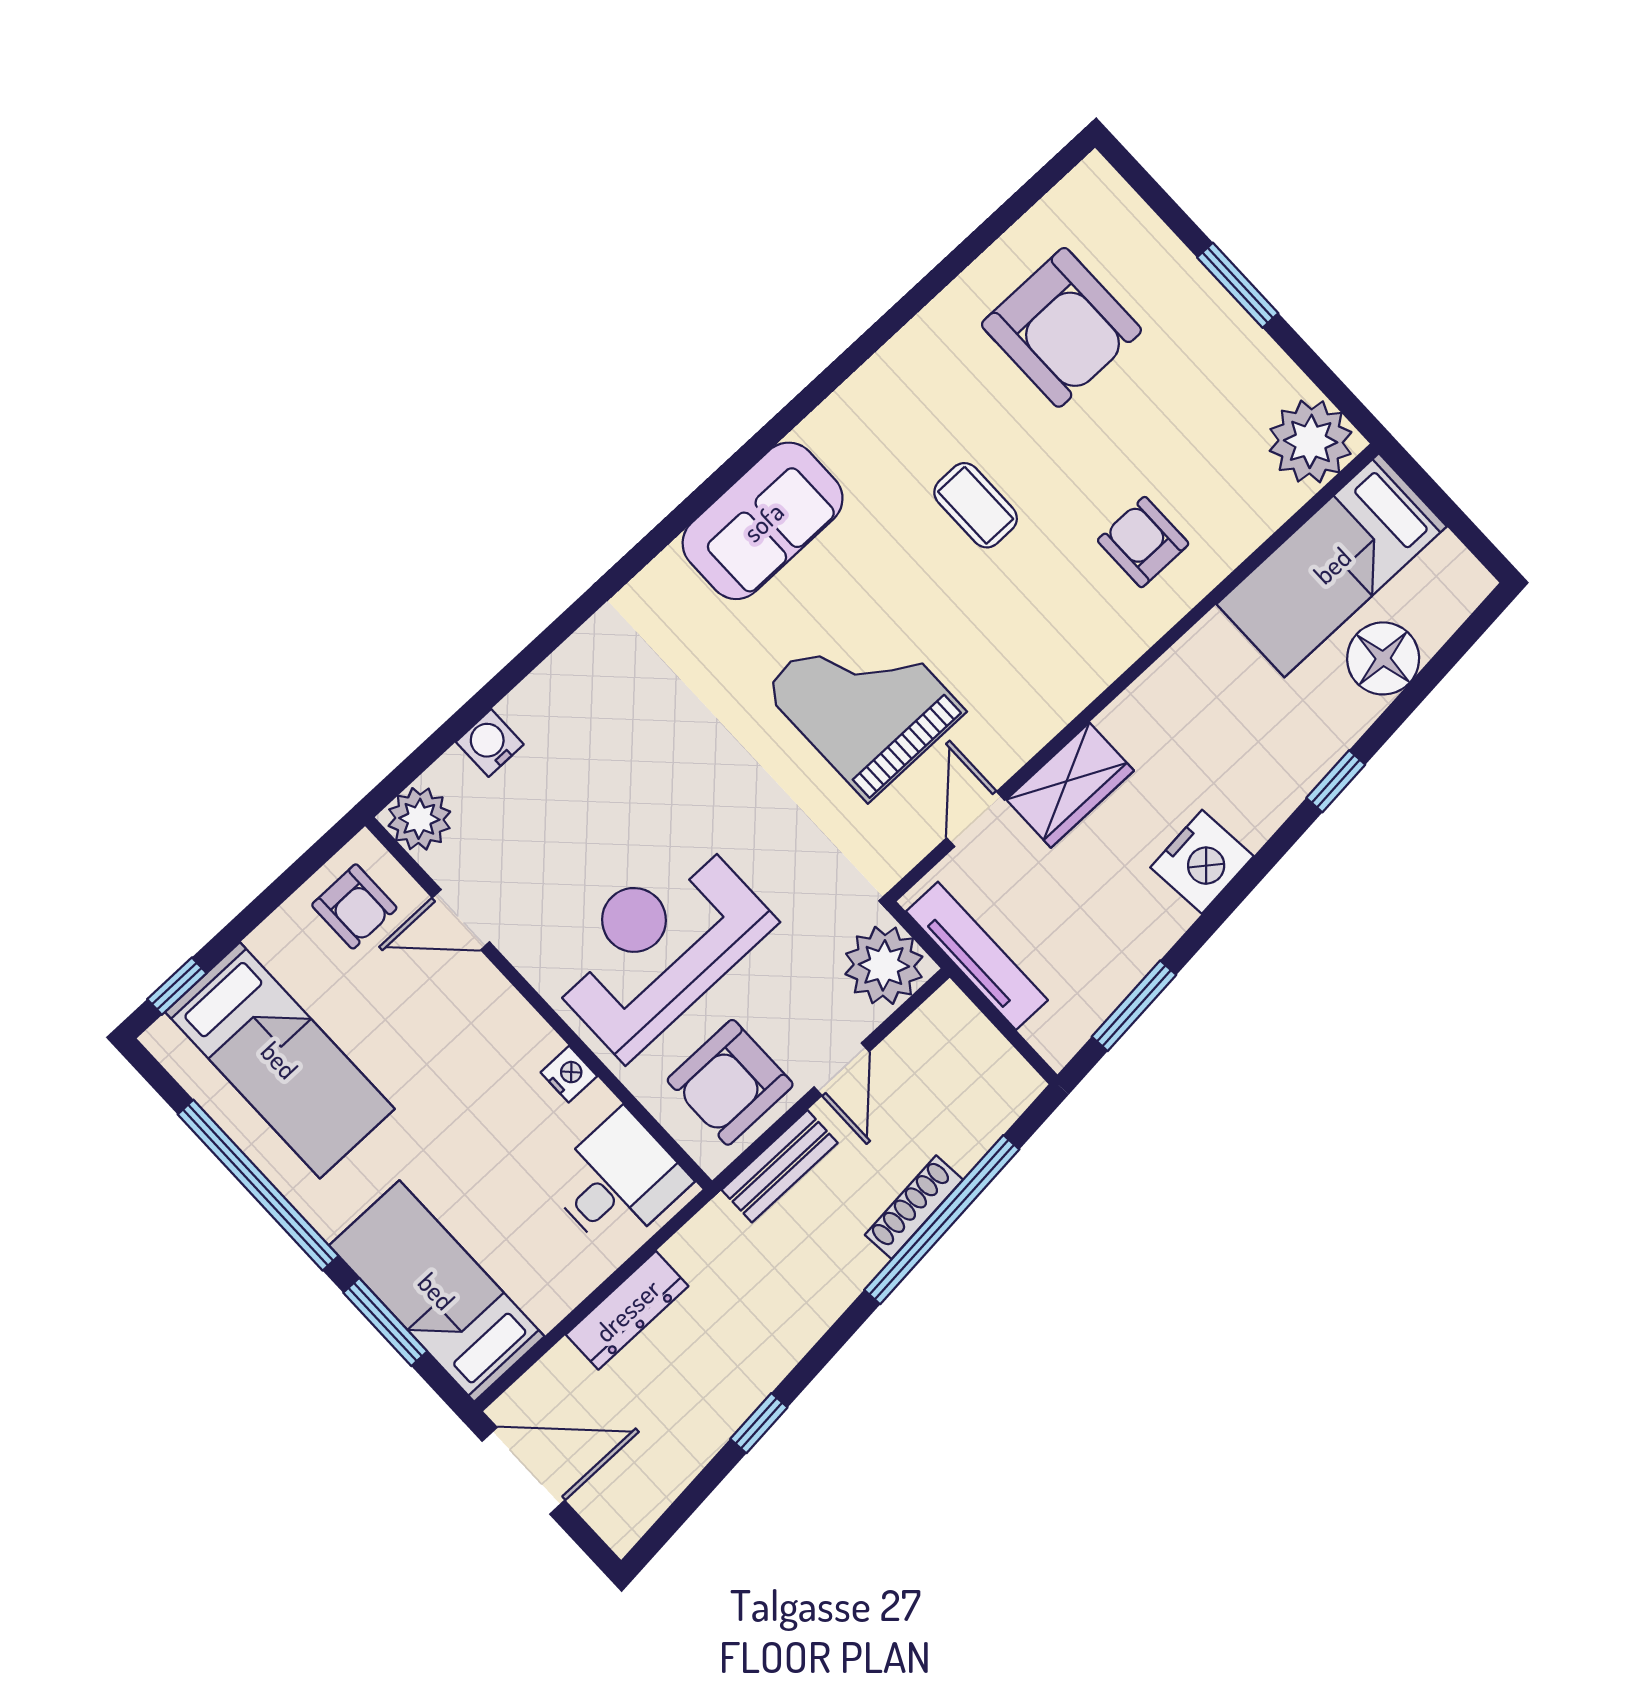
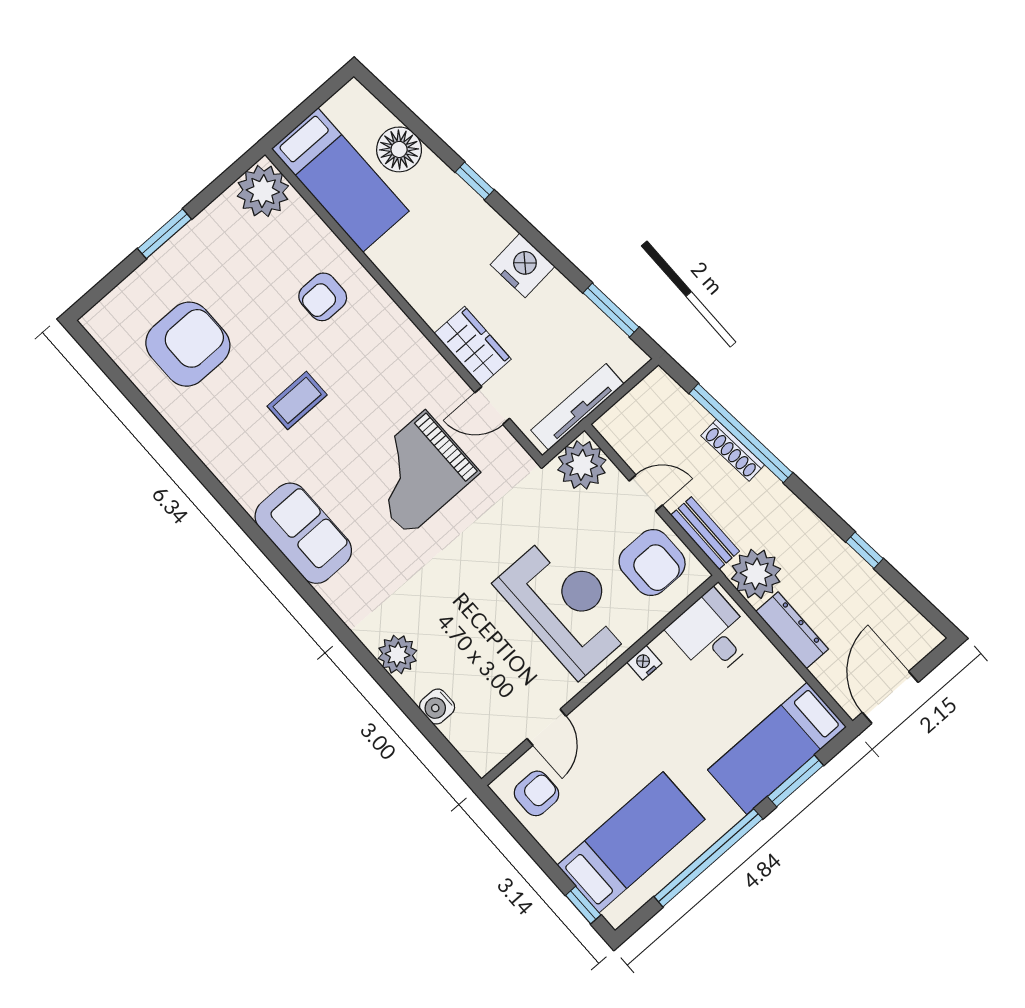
plant: (419, 819) -> (398, 654), moved
reception desk: (658, 945) -> (566, 605), turned 180
plant: (716, 1250) -> (756, 574), added

